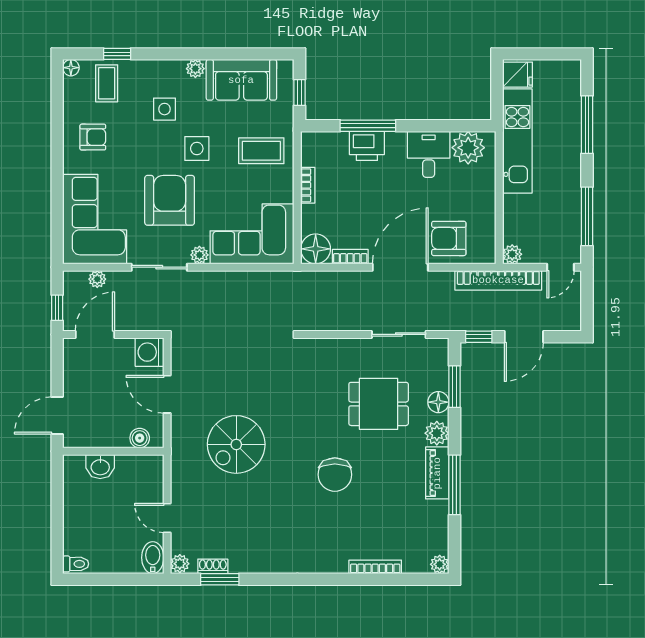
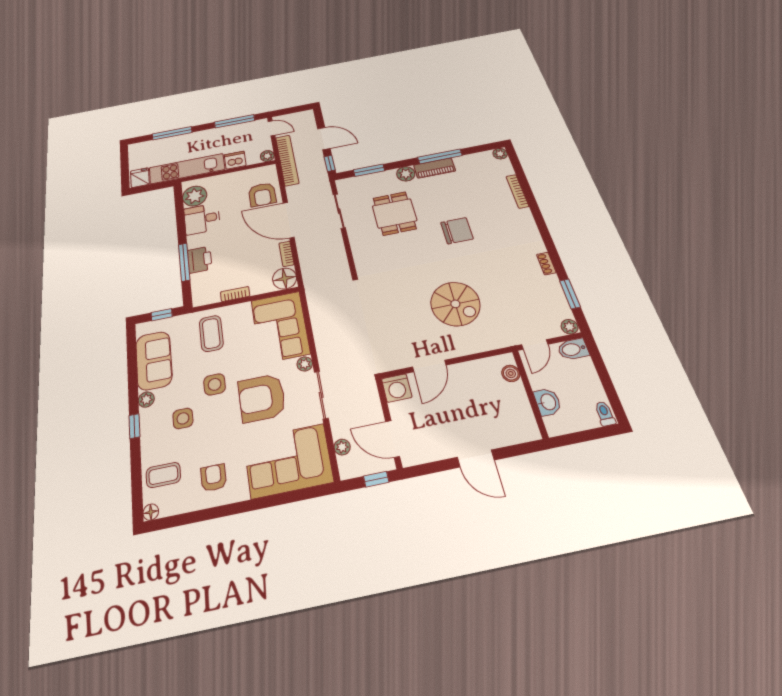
window: (117, 54) -> (134, 426), moved
dishwasher: (516, 209) -> (235, 160), added
floor lamp: (438, 402) -> (383, 177), removed
boiler: (140, 438) -> (511, 373), moved
wall: (113, 451) -> (530, 393), moved
washbasin: (100, 467) -> (548, 402), moved
shoe rack: (213, 566) -> (546, 264), moved

